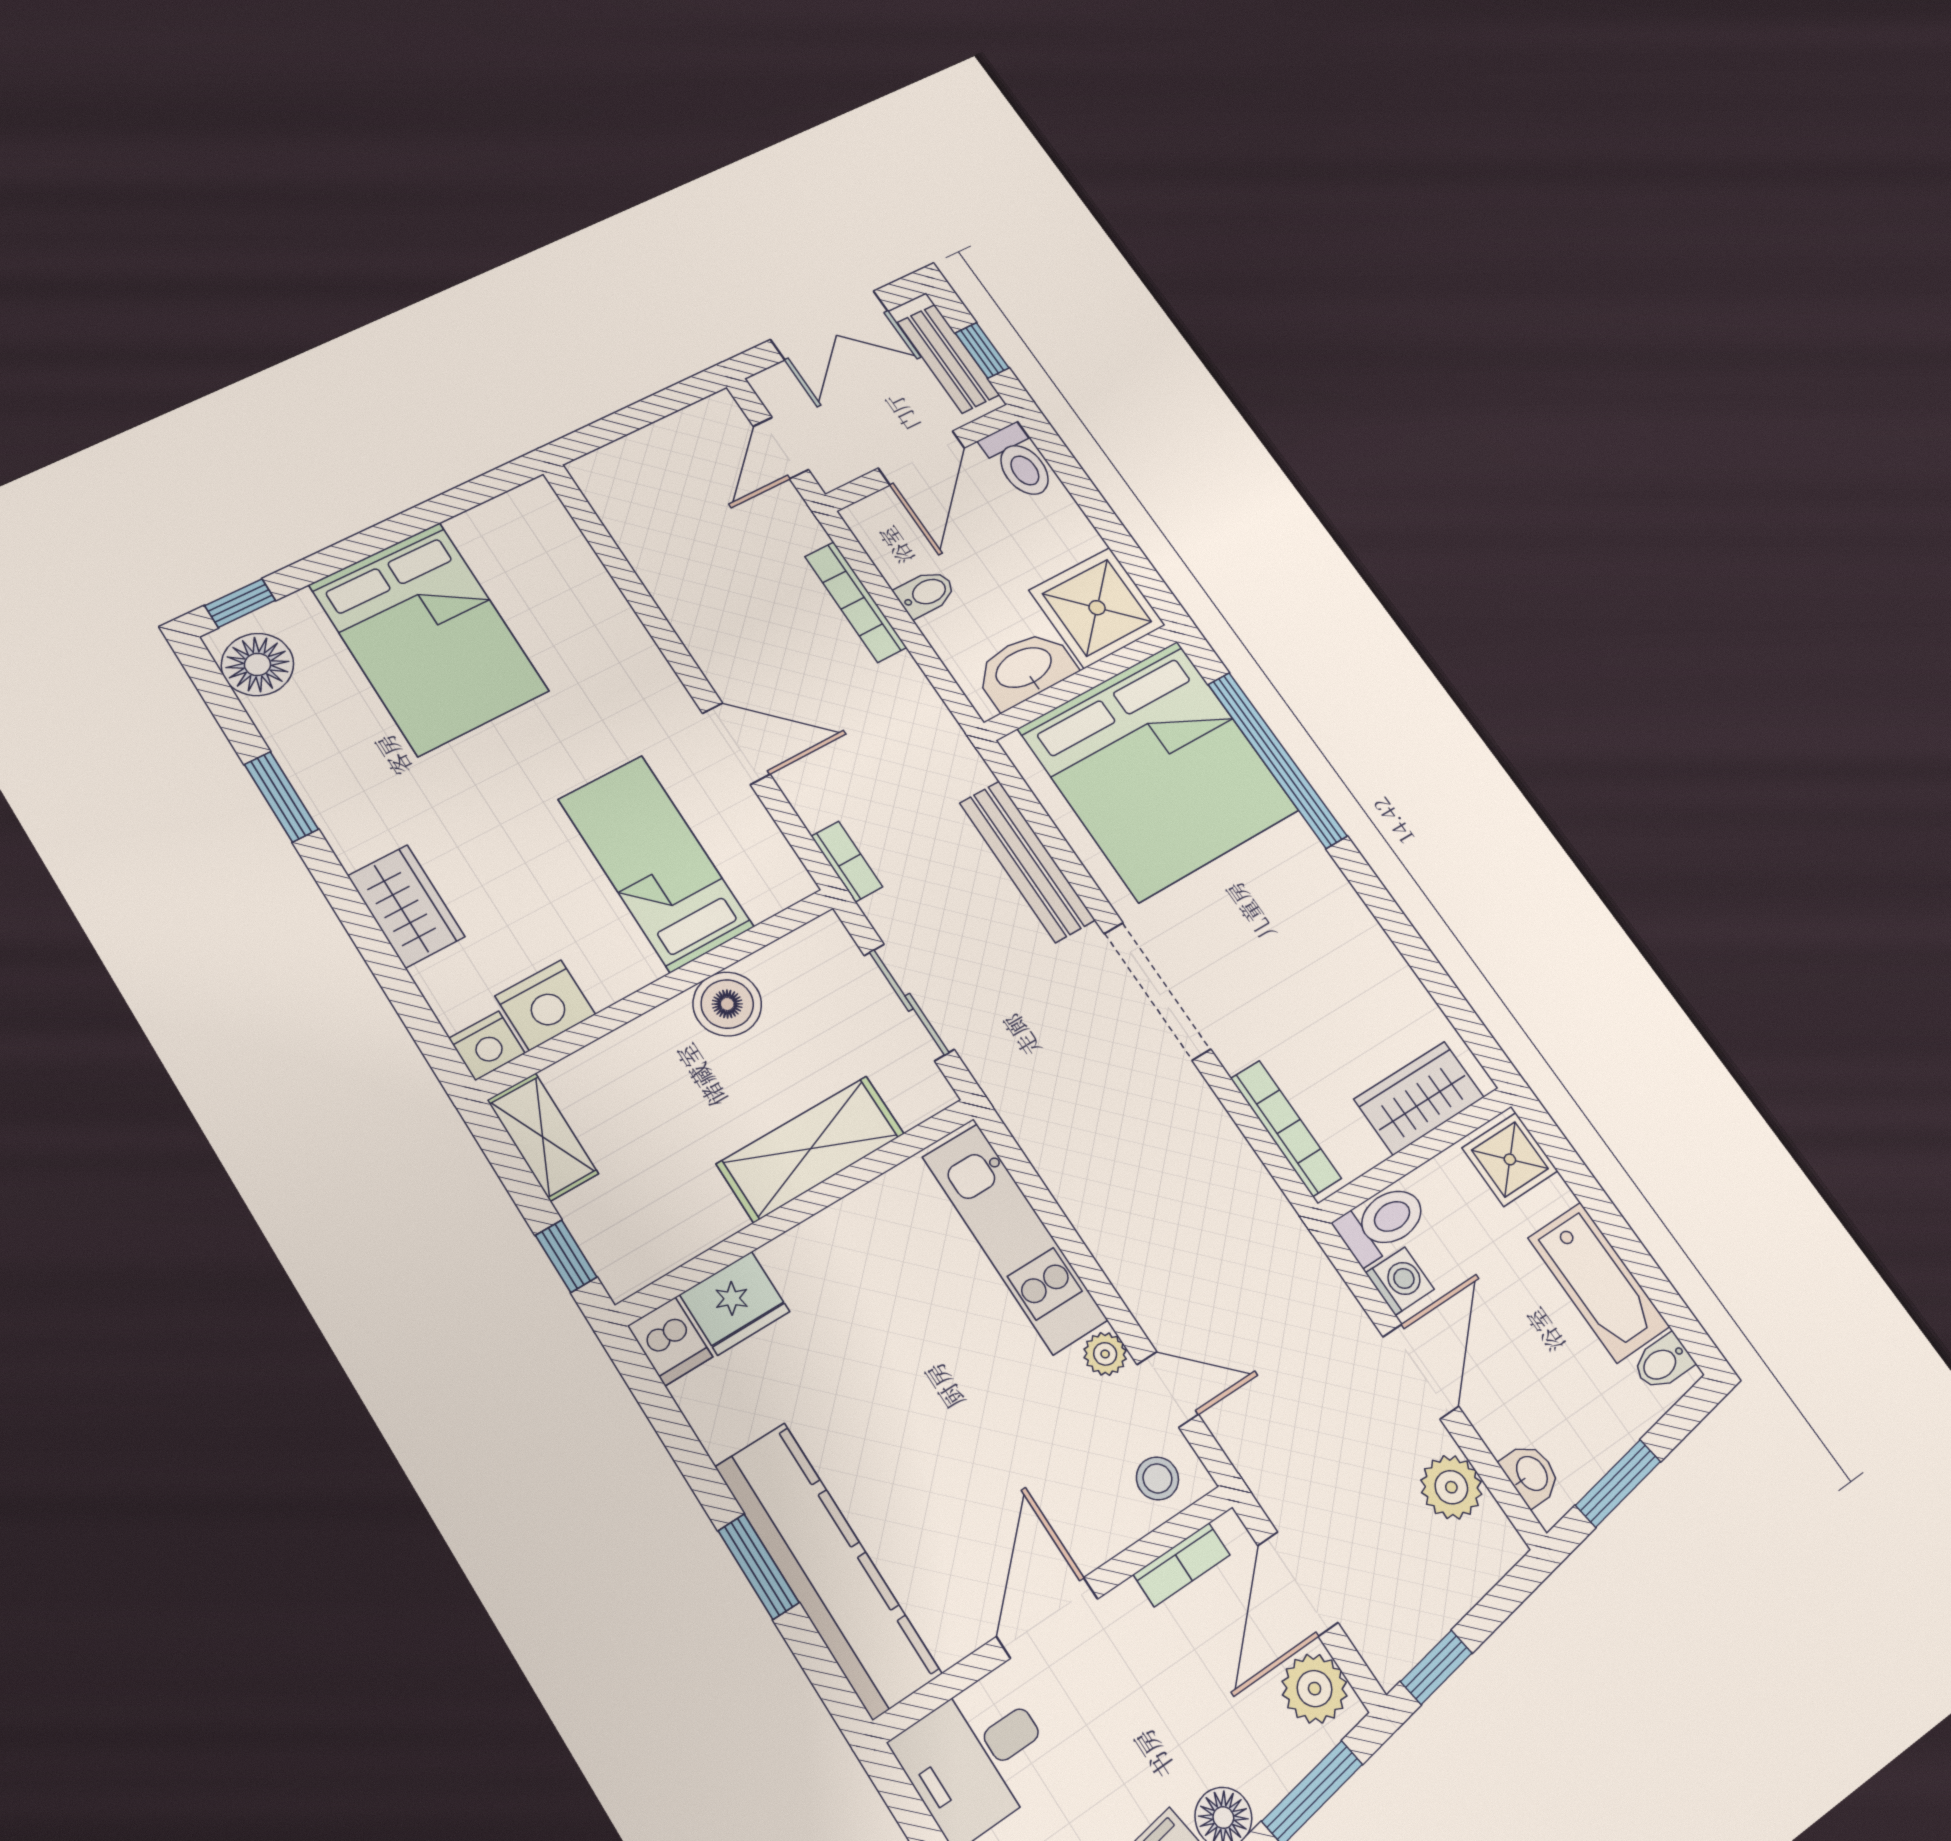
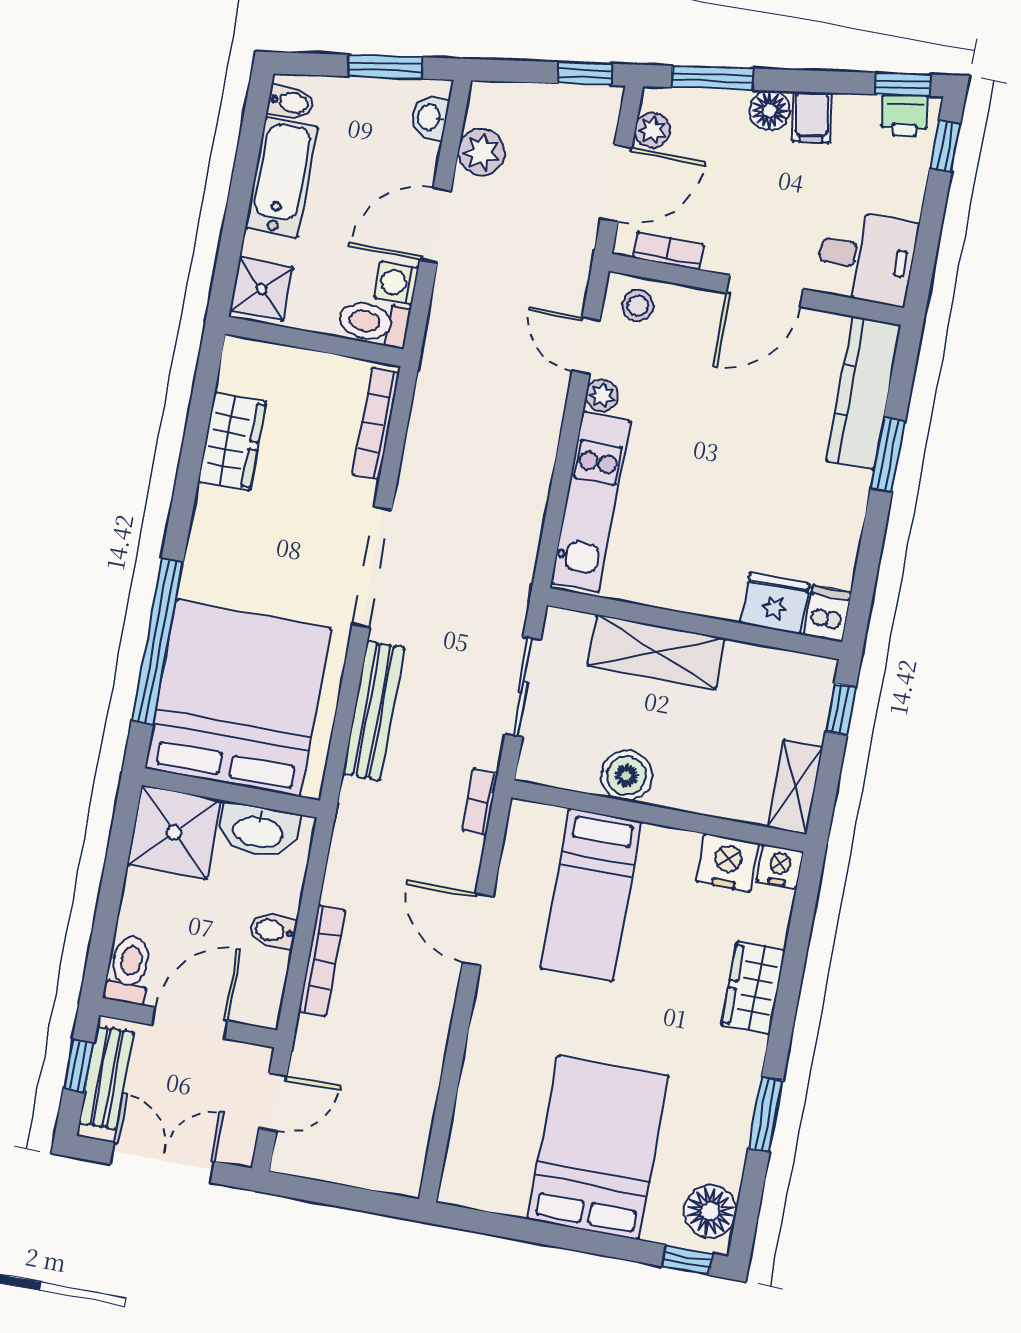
wardrobe: (1419, 1098) -> (232, 442), moved, turned -90
kitchen counter: (828, 1570) -> (863, 393), width x0.72, depth x0.86
plant: (1315, 1689) -> (652, 130), width x0.73, depth x0.73

